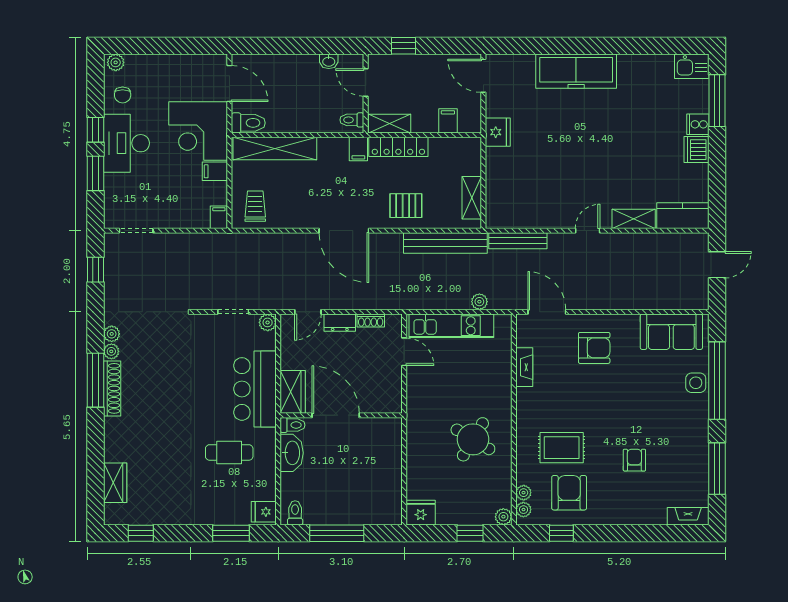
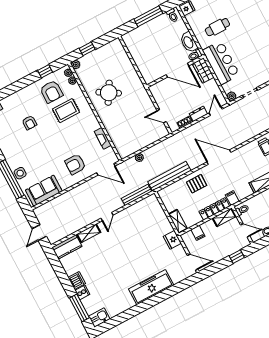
shelving: (472, 198) -> (178, 221), moved
kitchen unit: (451, 326) -> (146, 140), removed
fridge: (421, 513) -> (115, 46), removed

